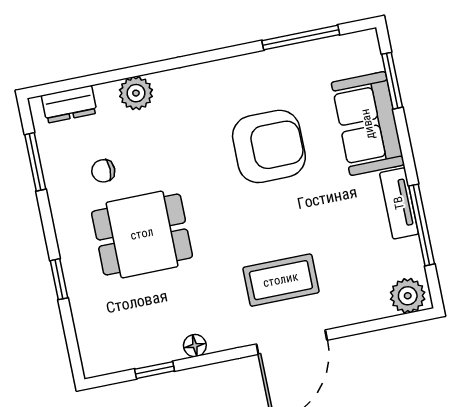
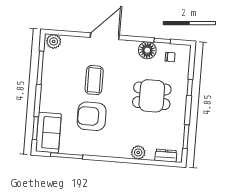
sofa: (368, 124) -> (48, 133), moved
chair: (103, 171) -> (170, 57), moved
tv unit: (399, 203) -> (47, 79), removed
coffee table: (281, 280) -> (94, 80), moved, turned 90
floor lamp: (195, 346) -> (147, 50), width x1.89, depth x1.89

